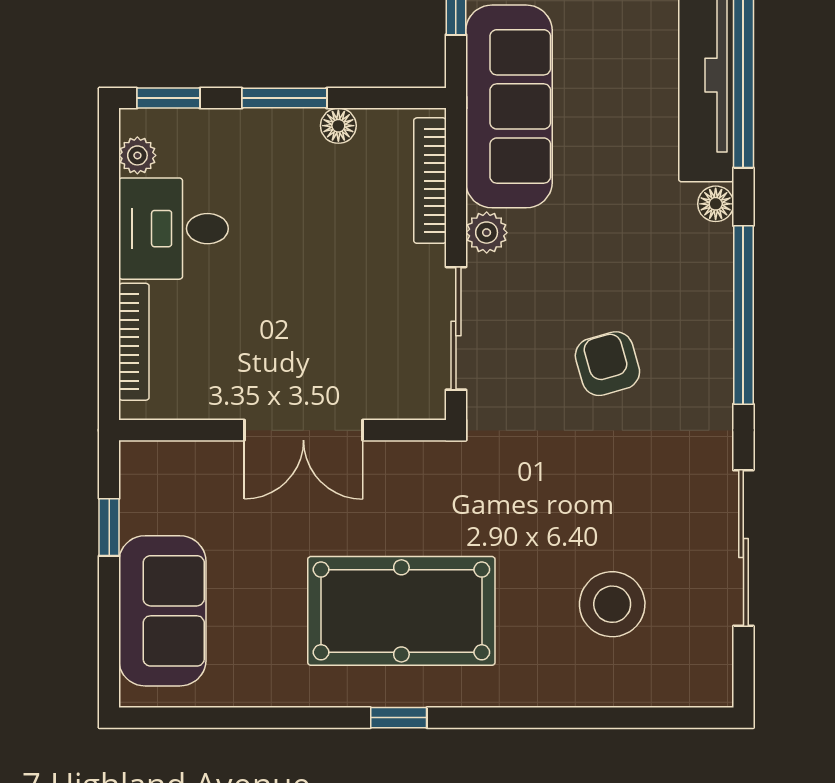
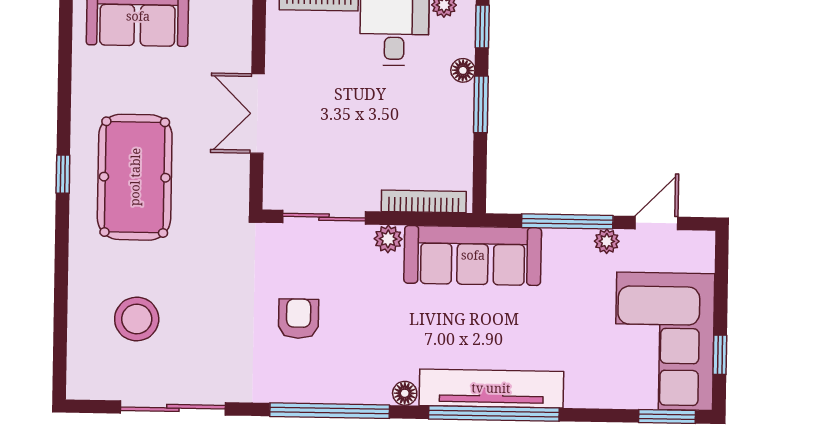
floor lamp: (338, 126) -> (463, 70), moved
armchair: (607, 364) -> (299, 319), turned -74

